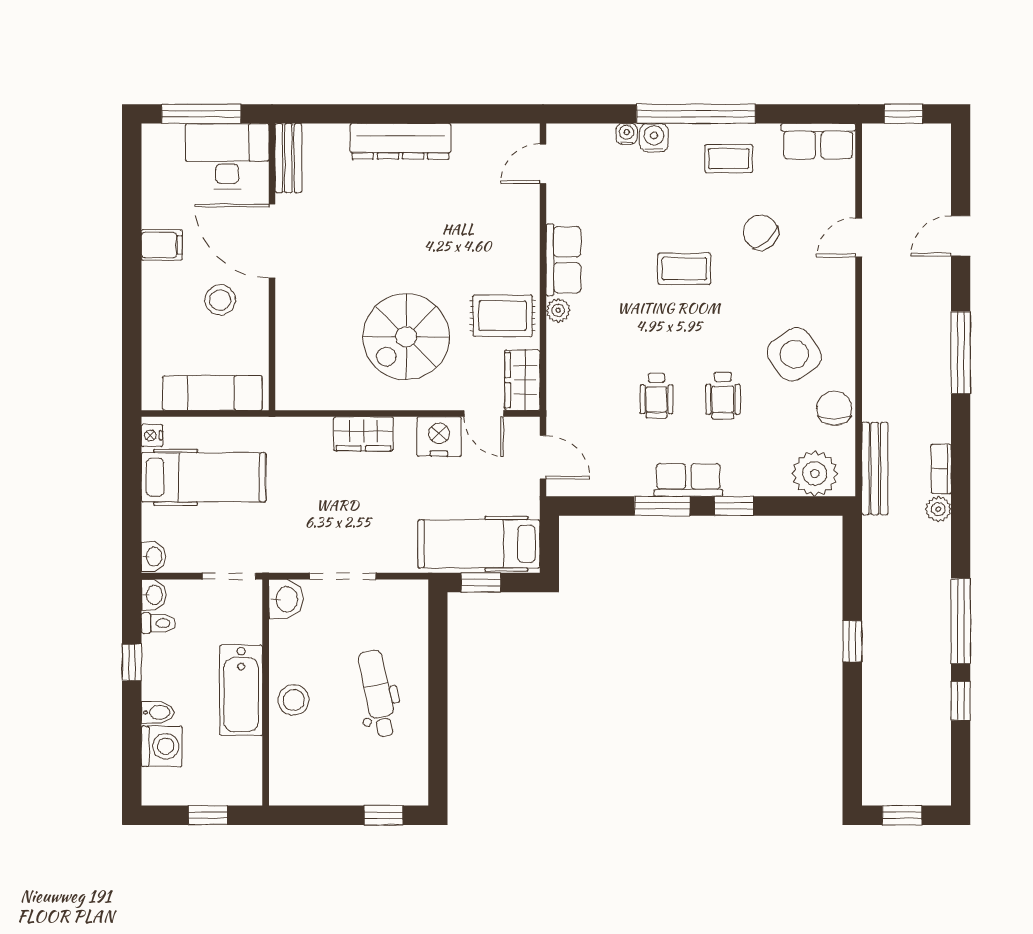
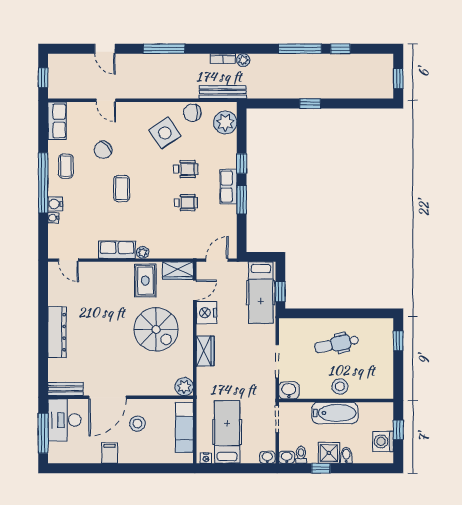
plant: (293, 392) -> (184, 387), added
shower: (162, 678) -> (329, 453), added
washing machine: (162, 746) -> (383, 441), moved, turned -90

